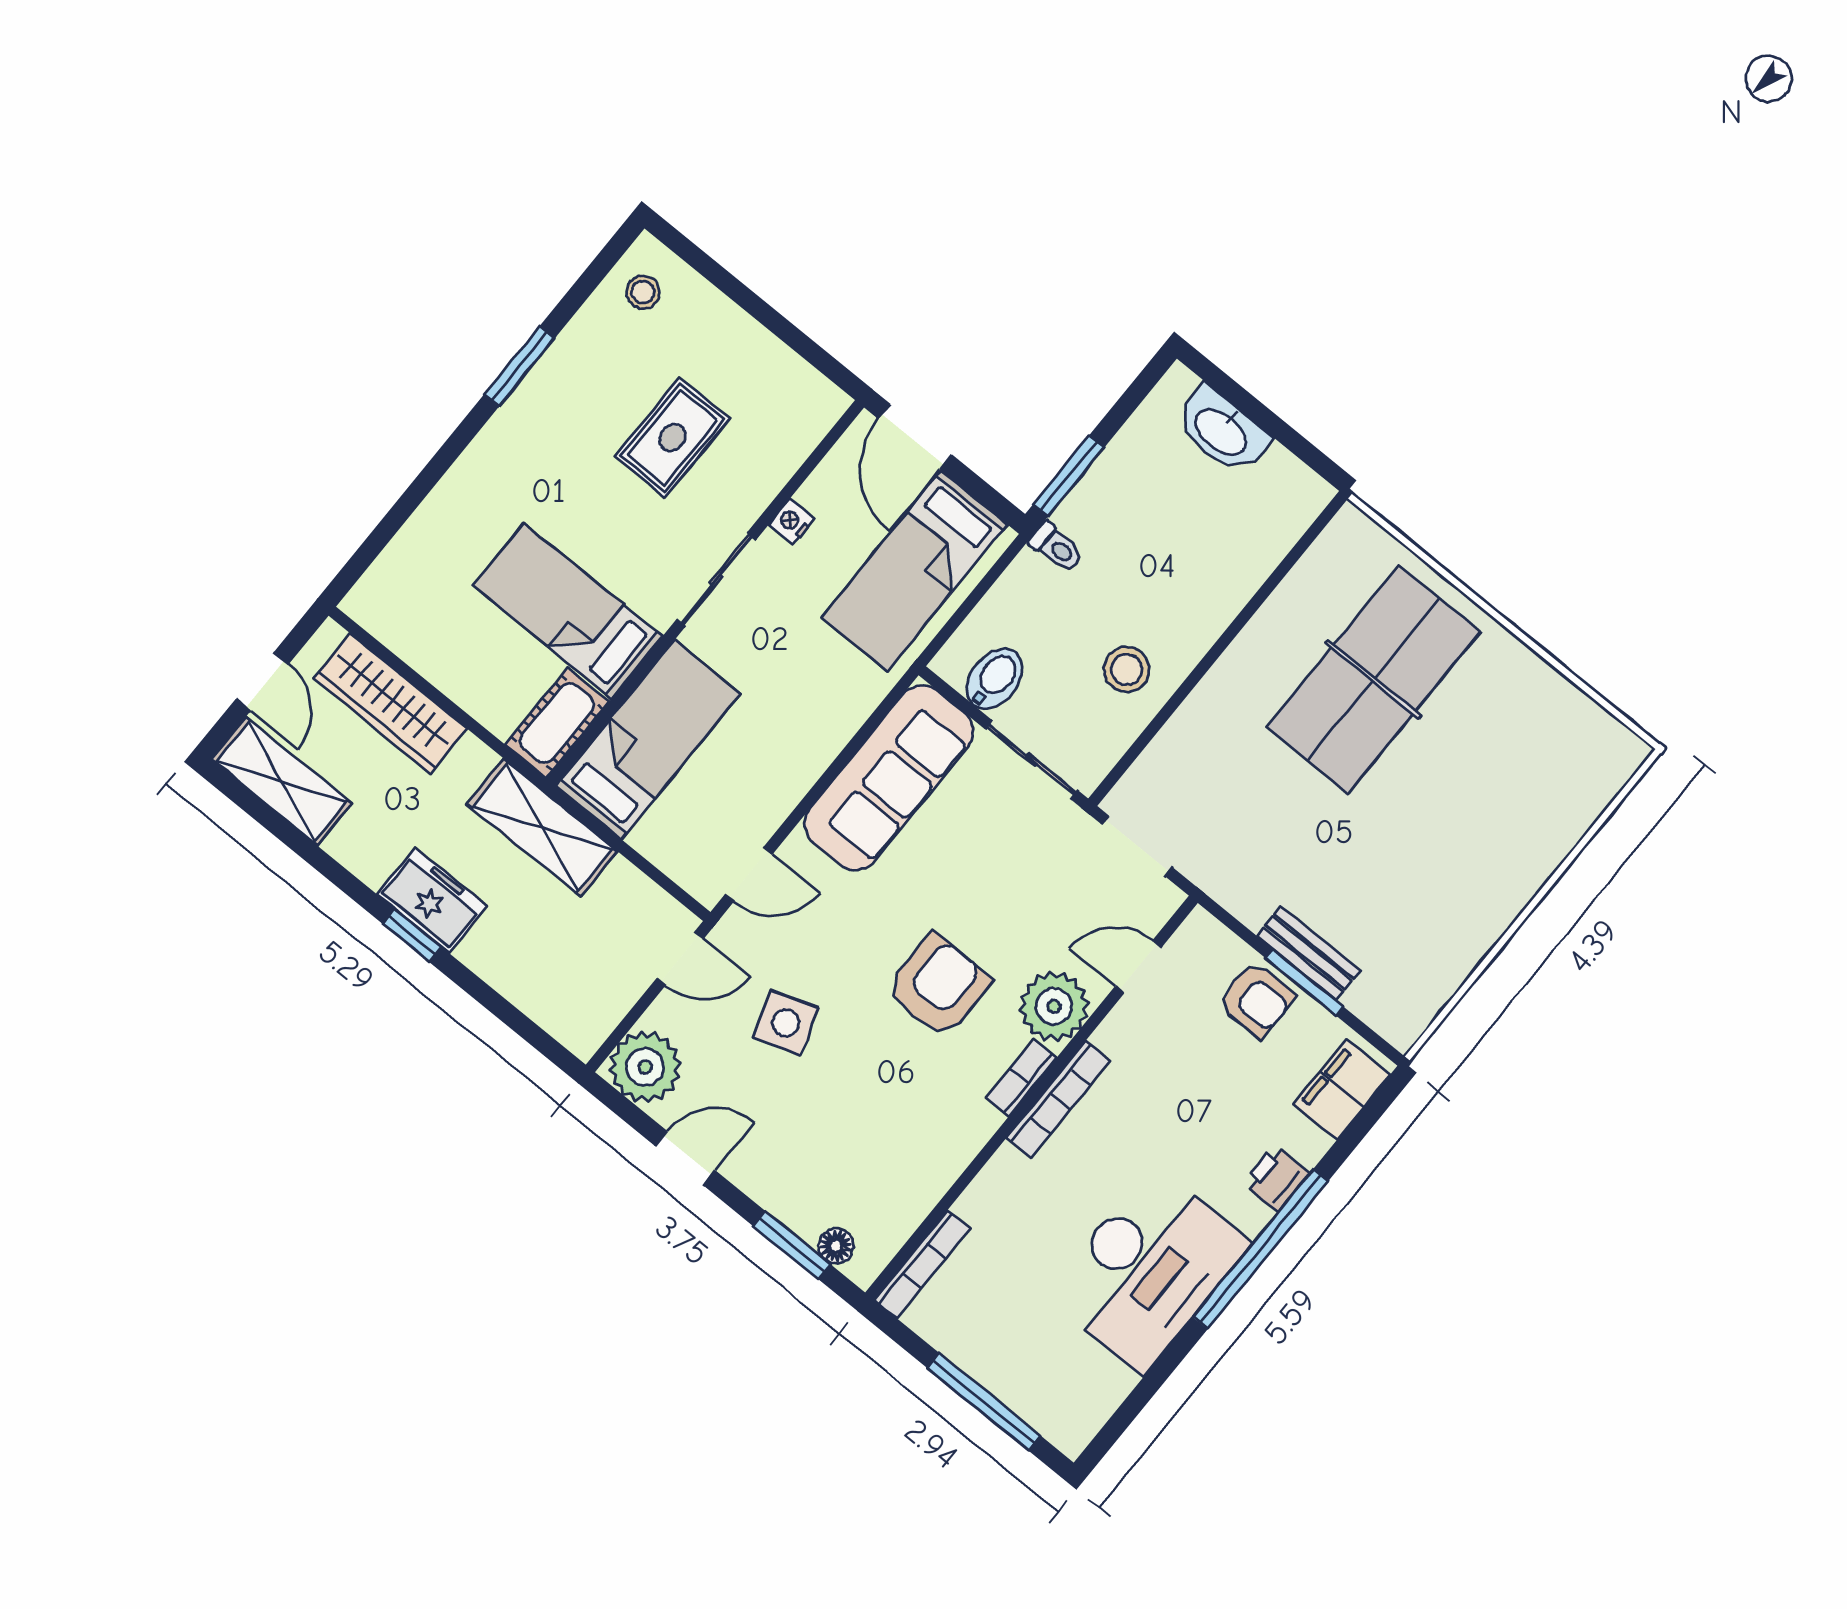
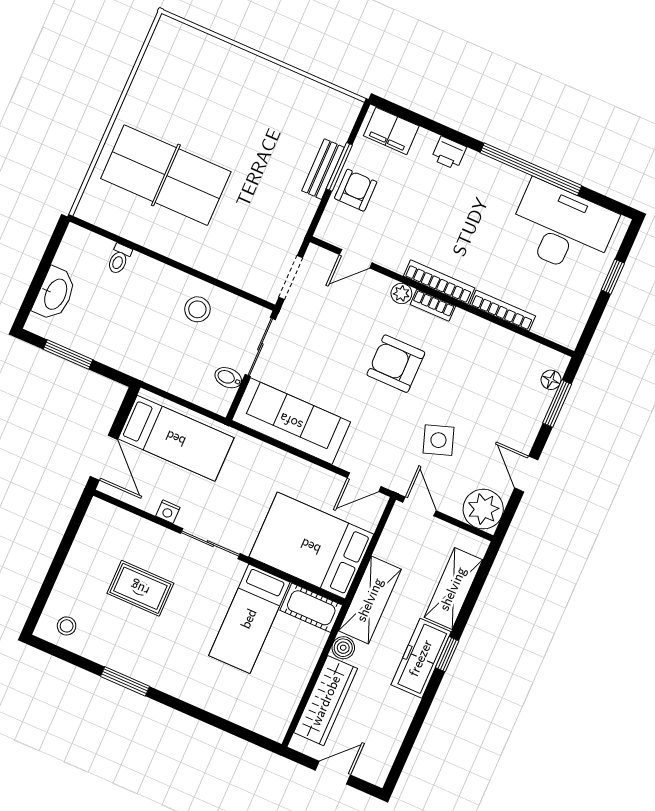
door: (915, 437) -> (104, 458), hinge flipped
window: (1069, 476) -> (68, 354), moved
toilet: (1056, 547) -> (119, 259), moved, turned 180
bidet: (995, 679) -> (228, 378), width x0.72, depth x0.74
bed: (648, 740) -> (311, 546), width x1.50
boiler: (473, 759) -> (343, 648), added
shelving: (282, 781) -> (453, 589), moved
door: (749, 874) -> (364, 482), swing flipped
freezer: (432, 900) -> (421, 658), width x1.40
door: (1138, 967) -> (356, 259), hinge flipped
plant: (1054, 1006) -> (401, 293), width x0.53, depth x0.53
window: (1261, 1249) -> (531, 169), moved
bookcase: (922, 1264) -> (503, 311), moved
desk: (1148, 1269) -> (562, 228), moved
window: (984, 1402) -> (613, 277), width x0.46

